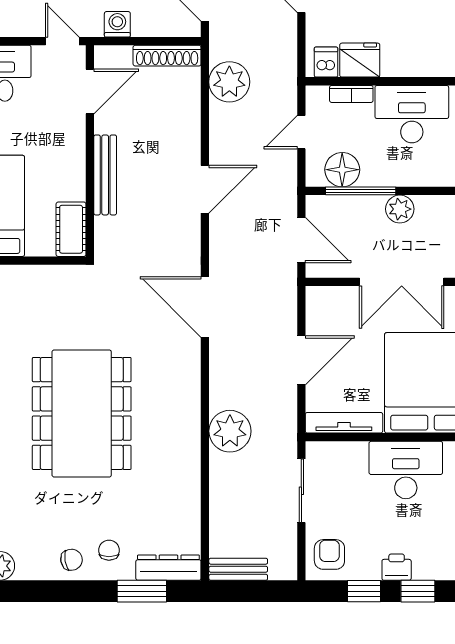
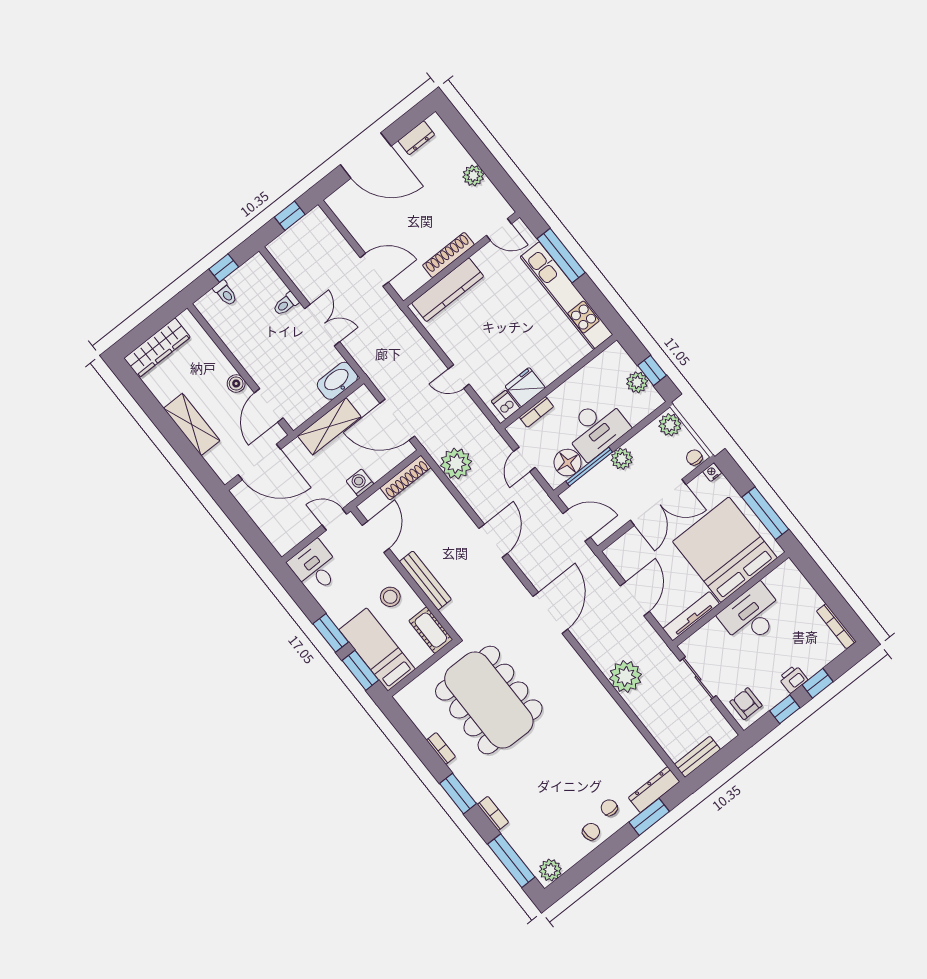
desk: (412, 114) -> (596, 428), moved, turned 180
stool: (57, 163) -> (390, 597), added
door: (205, 307) -> (550, 613), swing flipped
dining table: (82, 413) -> (489, 700), moved

